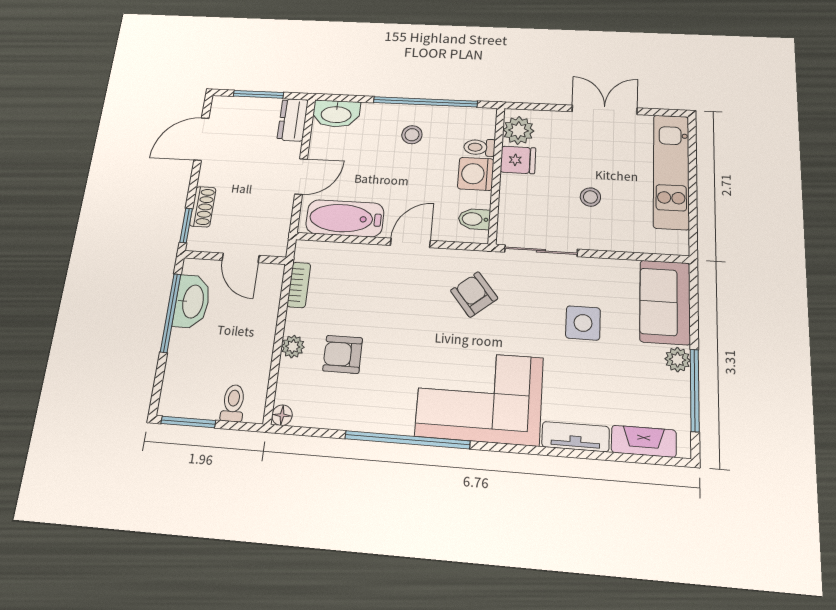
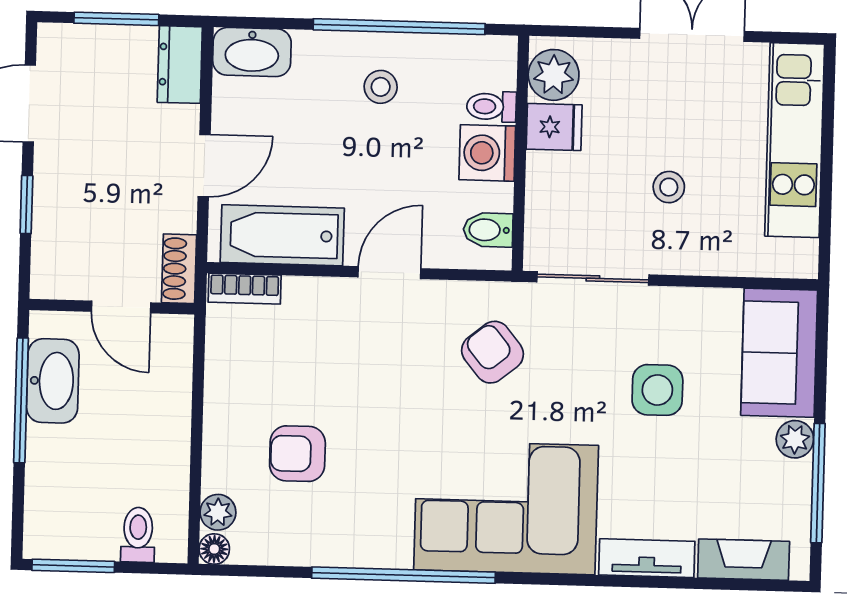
shoe rack: (203, 207) -> (179, 269), moved, turned 180
window: (186, 225) -> (26, 205), moved
bookcase: (299, 285) -> (245, 289), moved, turned 90
plant: (293, 347) -> (218, 512), moved

